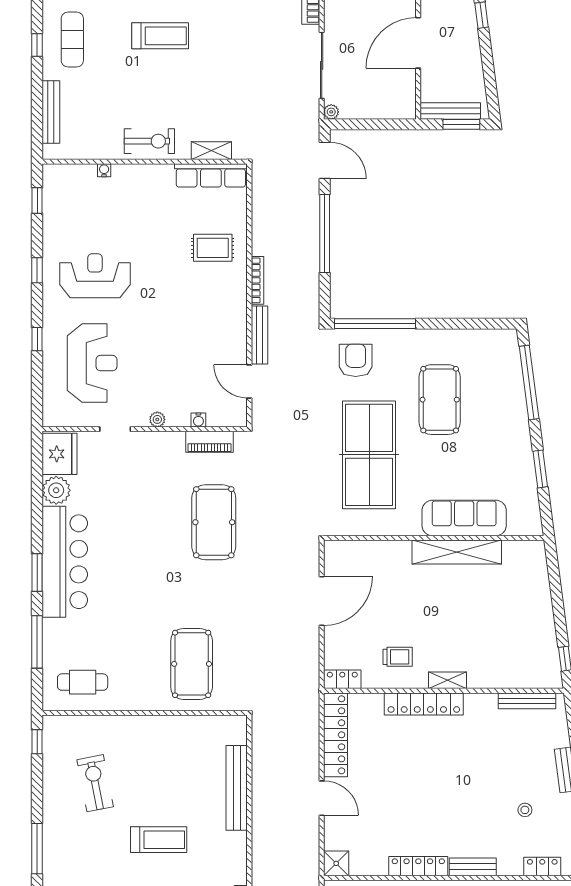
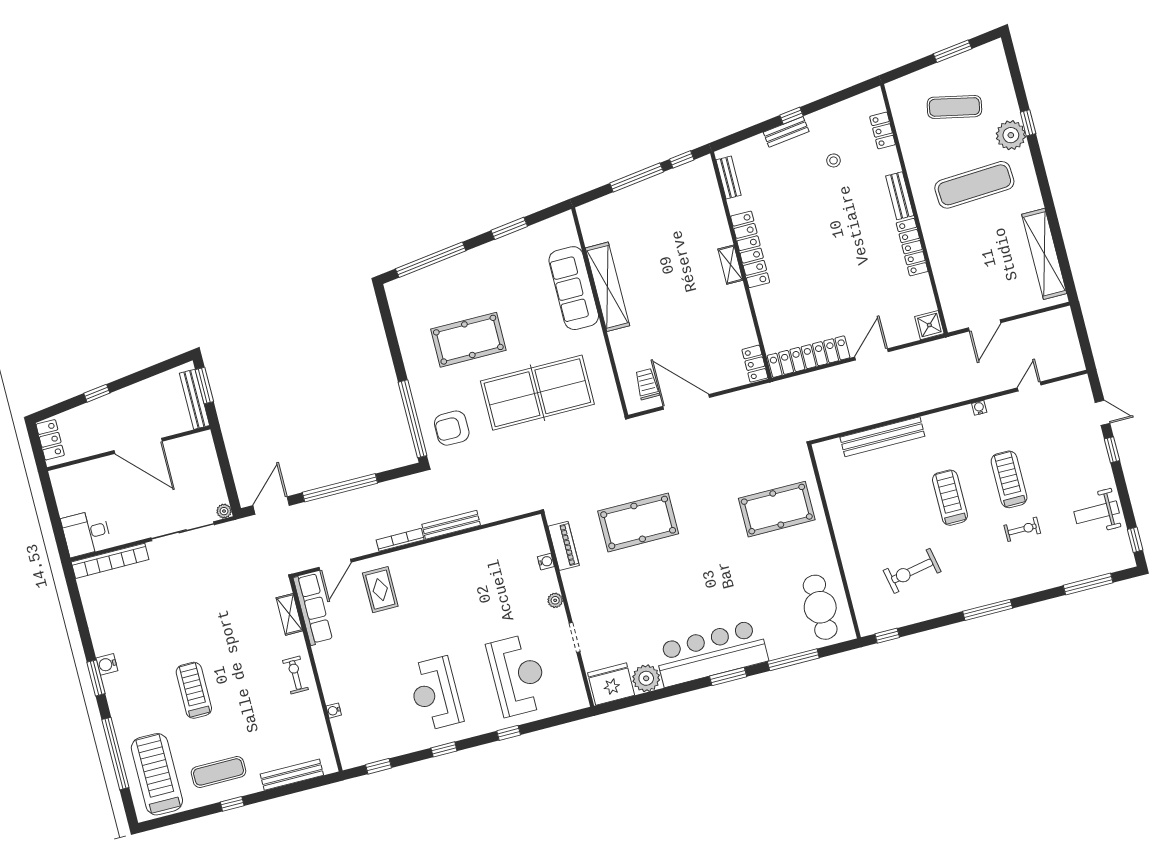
exercise bike: (149, 141) -> (295, 675), width x0.73, depth x0.72
reception desk: (92, 363) -> (518, 675), turned 90
door: (249, 381) -> (335, 565), moved
window: (558, 609) -> (637, 178), added
trolley: (398, 657) -> (647, 384), moved
cafe table: (83, 682) -> (820, 607), width x1.37, depth x1.35
bench: (527, 701) -> (729, 178), width x0.73
locker: (424, 704) -> (750, 249), moved

